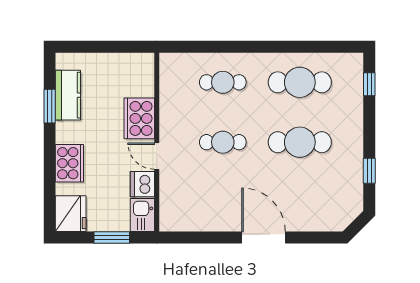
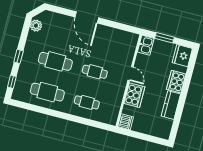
kitchen counter: (68, 95) -> (171, 105), moved
window: (50, 106) -> (179, 113), removed
window: (369, 171) -> (19, 56), moved
dishwasher: (142, 184) -> (126, 122), moved
plant: (352, 198) -> (36, 26), added

